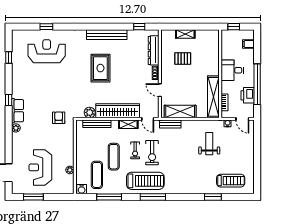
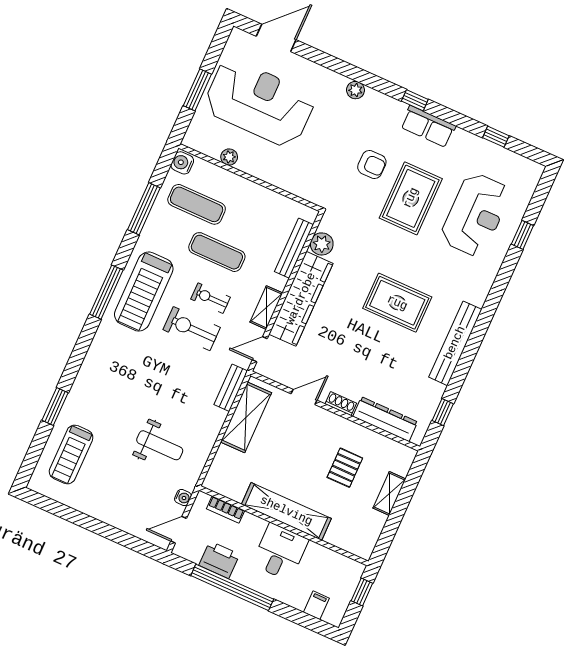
rug: (52, 83) -> (411, 198), added
shelving: (213, 97) -> (286, 511), moved
row of seats: (18, 111) -> (428, 126), moved
armchair: (59, 118) -> (372, 164), moved
reception desk: (40, 167) -> (259, 103), width x1.36, depth x1.30
window: (33, 197) -> (197, 90), moved

